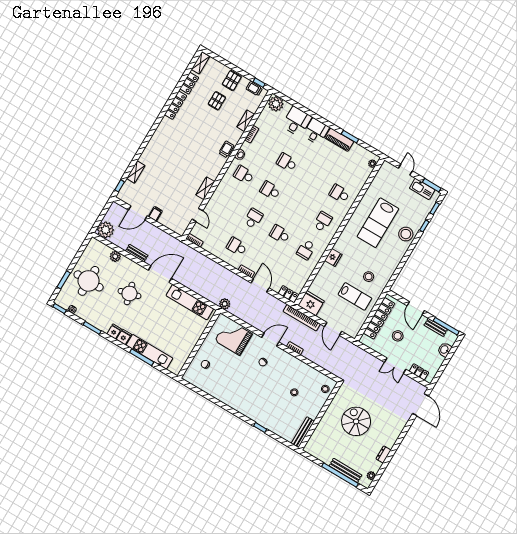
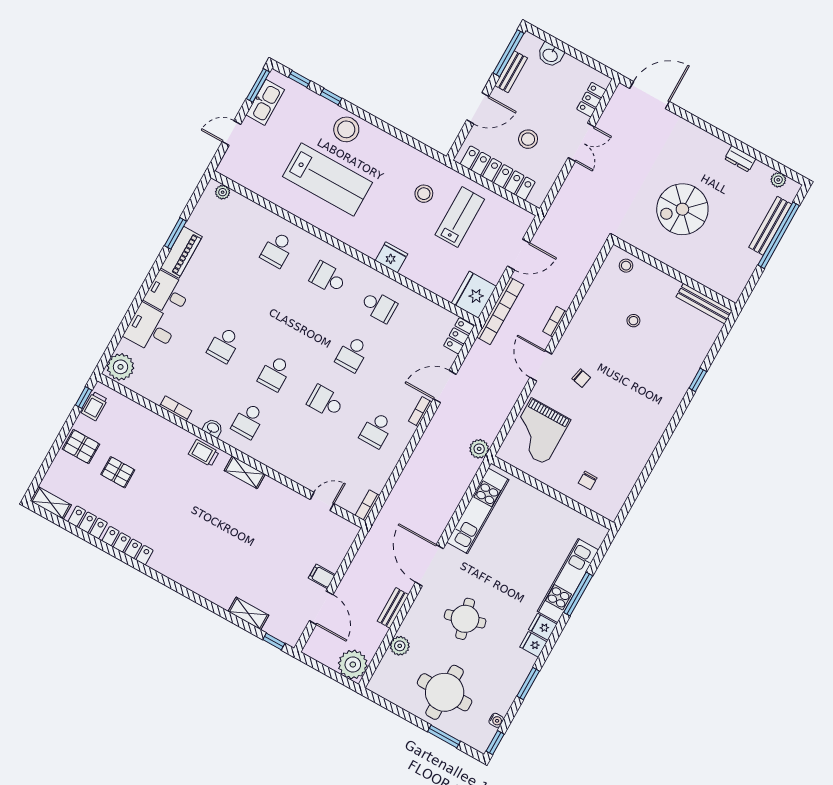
shelving: (246, 121) -> (152, 420), removed
shelving: (205, 188) -> (245, 472), moved

